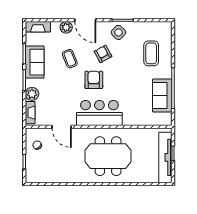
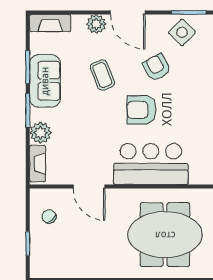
armchair: (94, 80) -> (142, 110), turned -90

